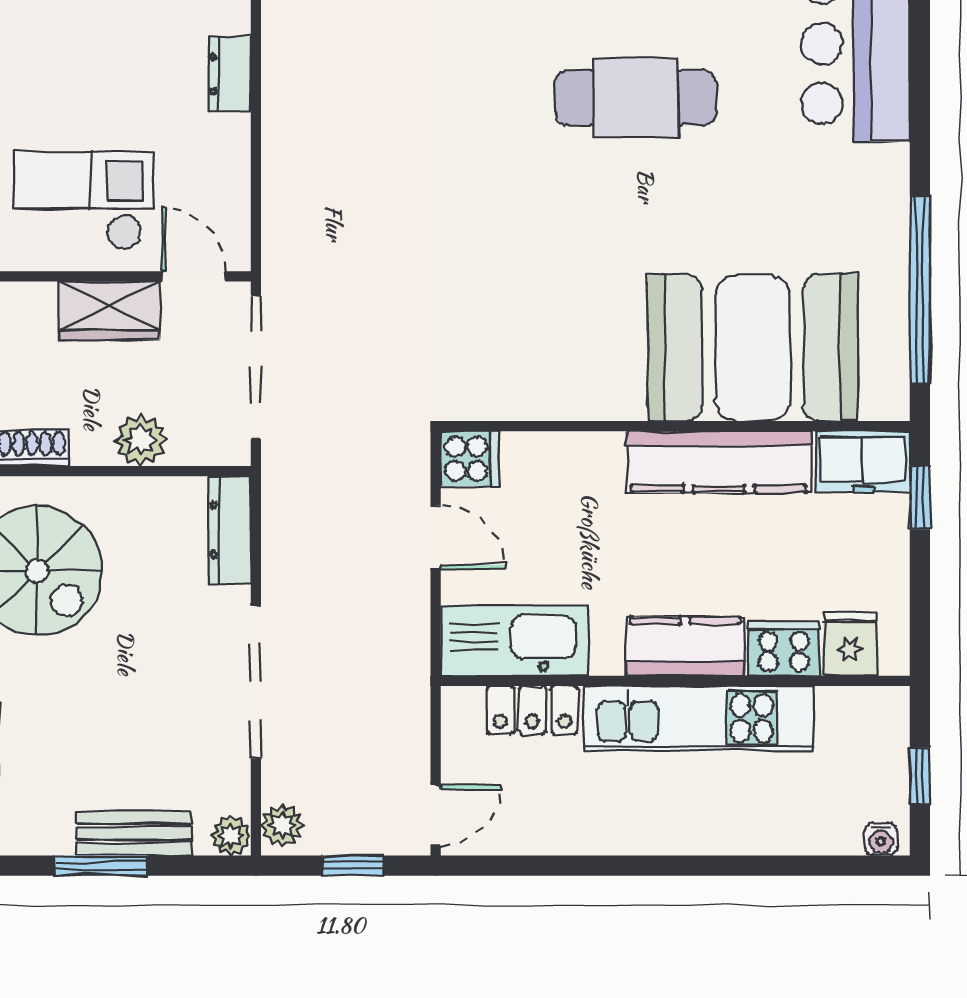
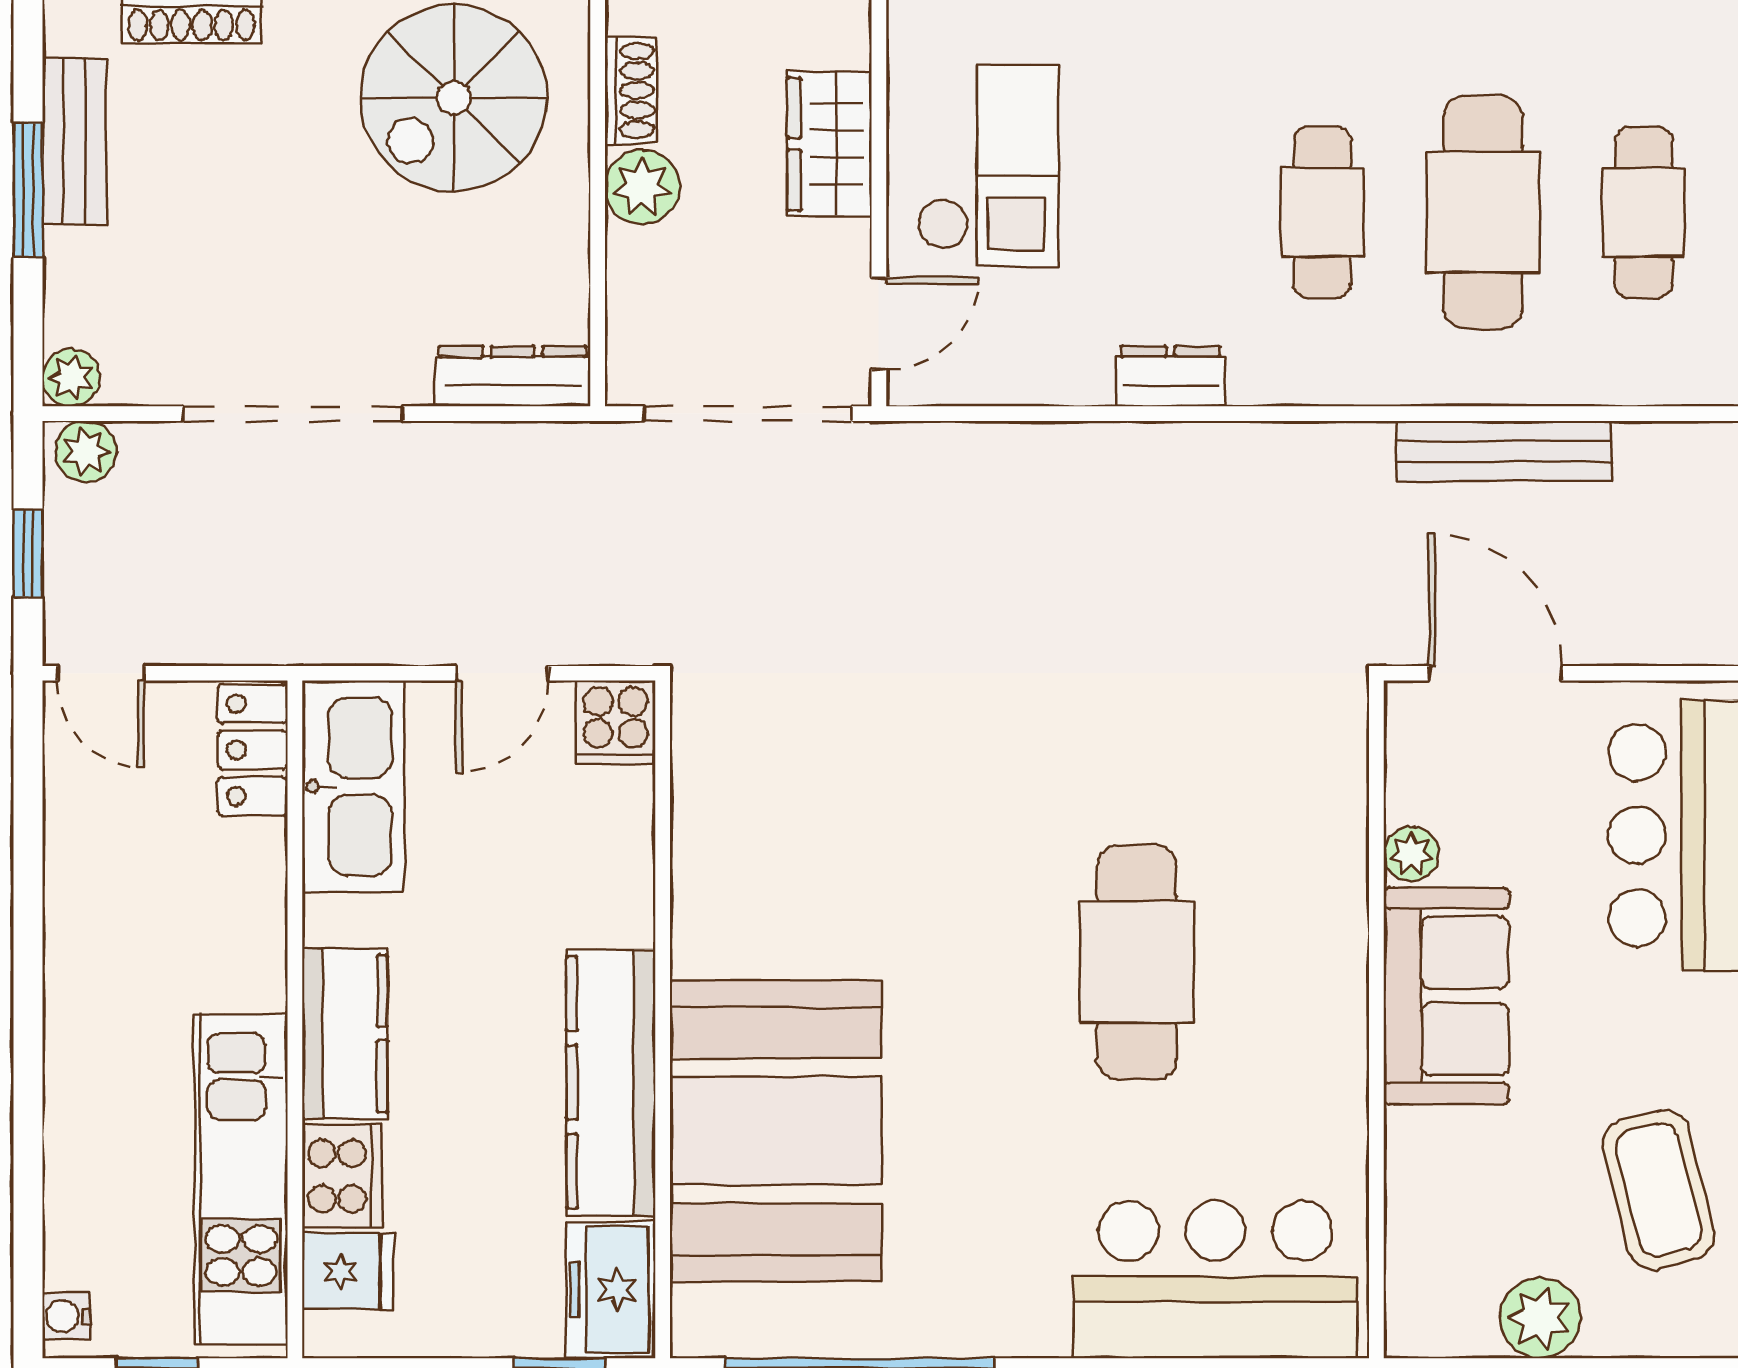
wardrobe: (109, 310) -> (830, 144), moved
plant: (141, 440) -> (642, 187), moved
locker: (532, 710) -> (253, 750), moved
kitchen unit: (699, 718) -> (241, 1179), moved
bench: (134, 833) -> (74, 141), moved

